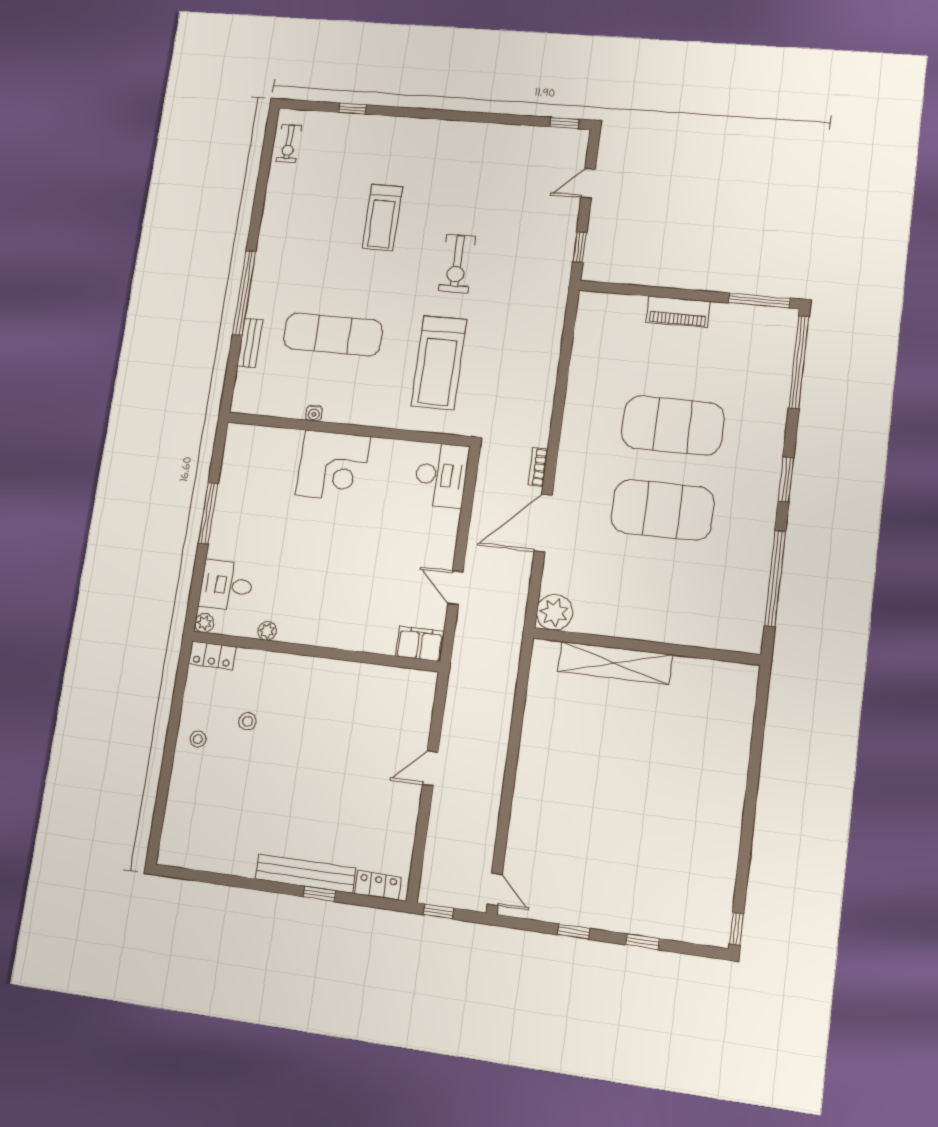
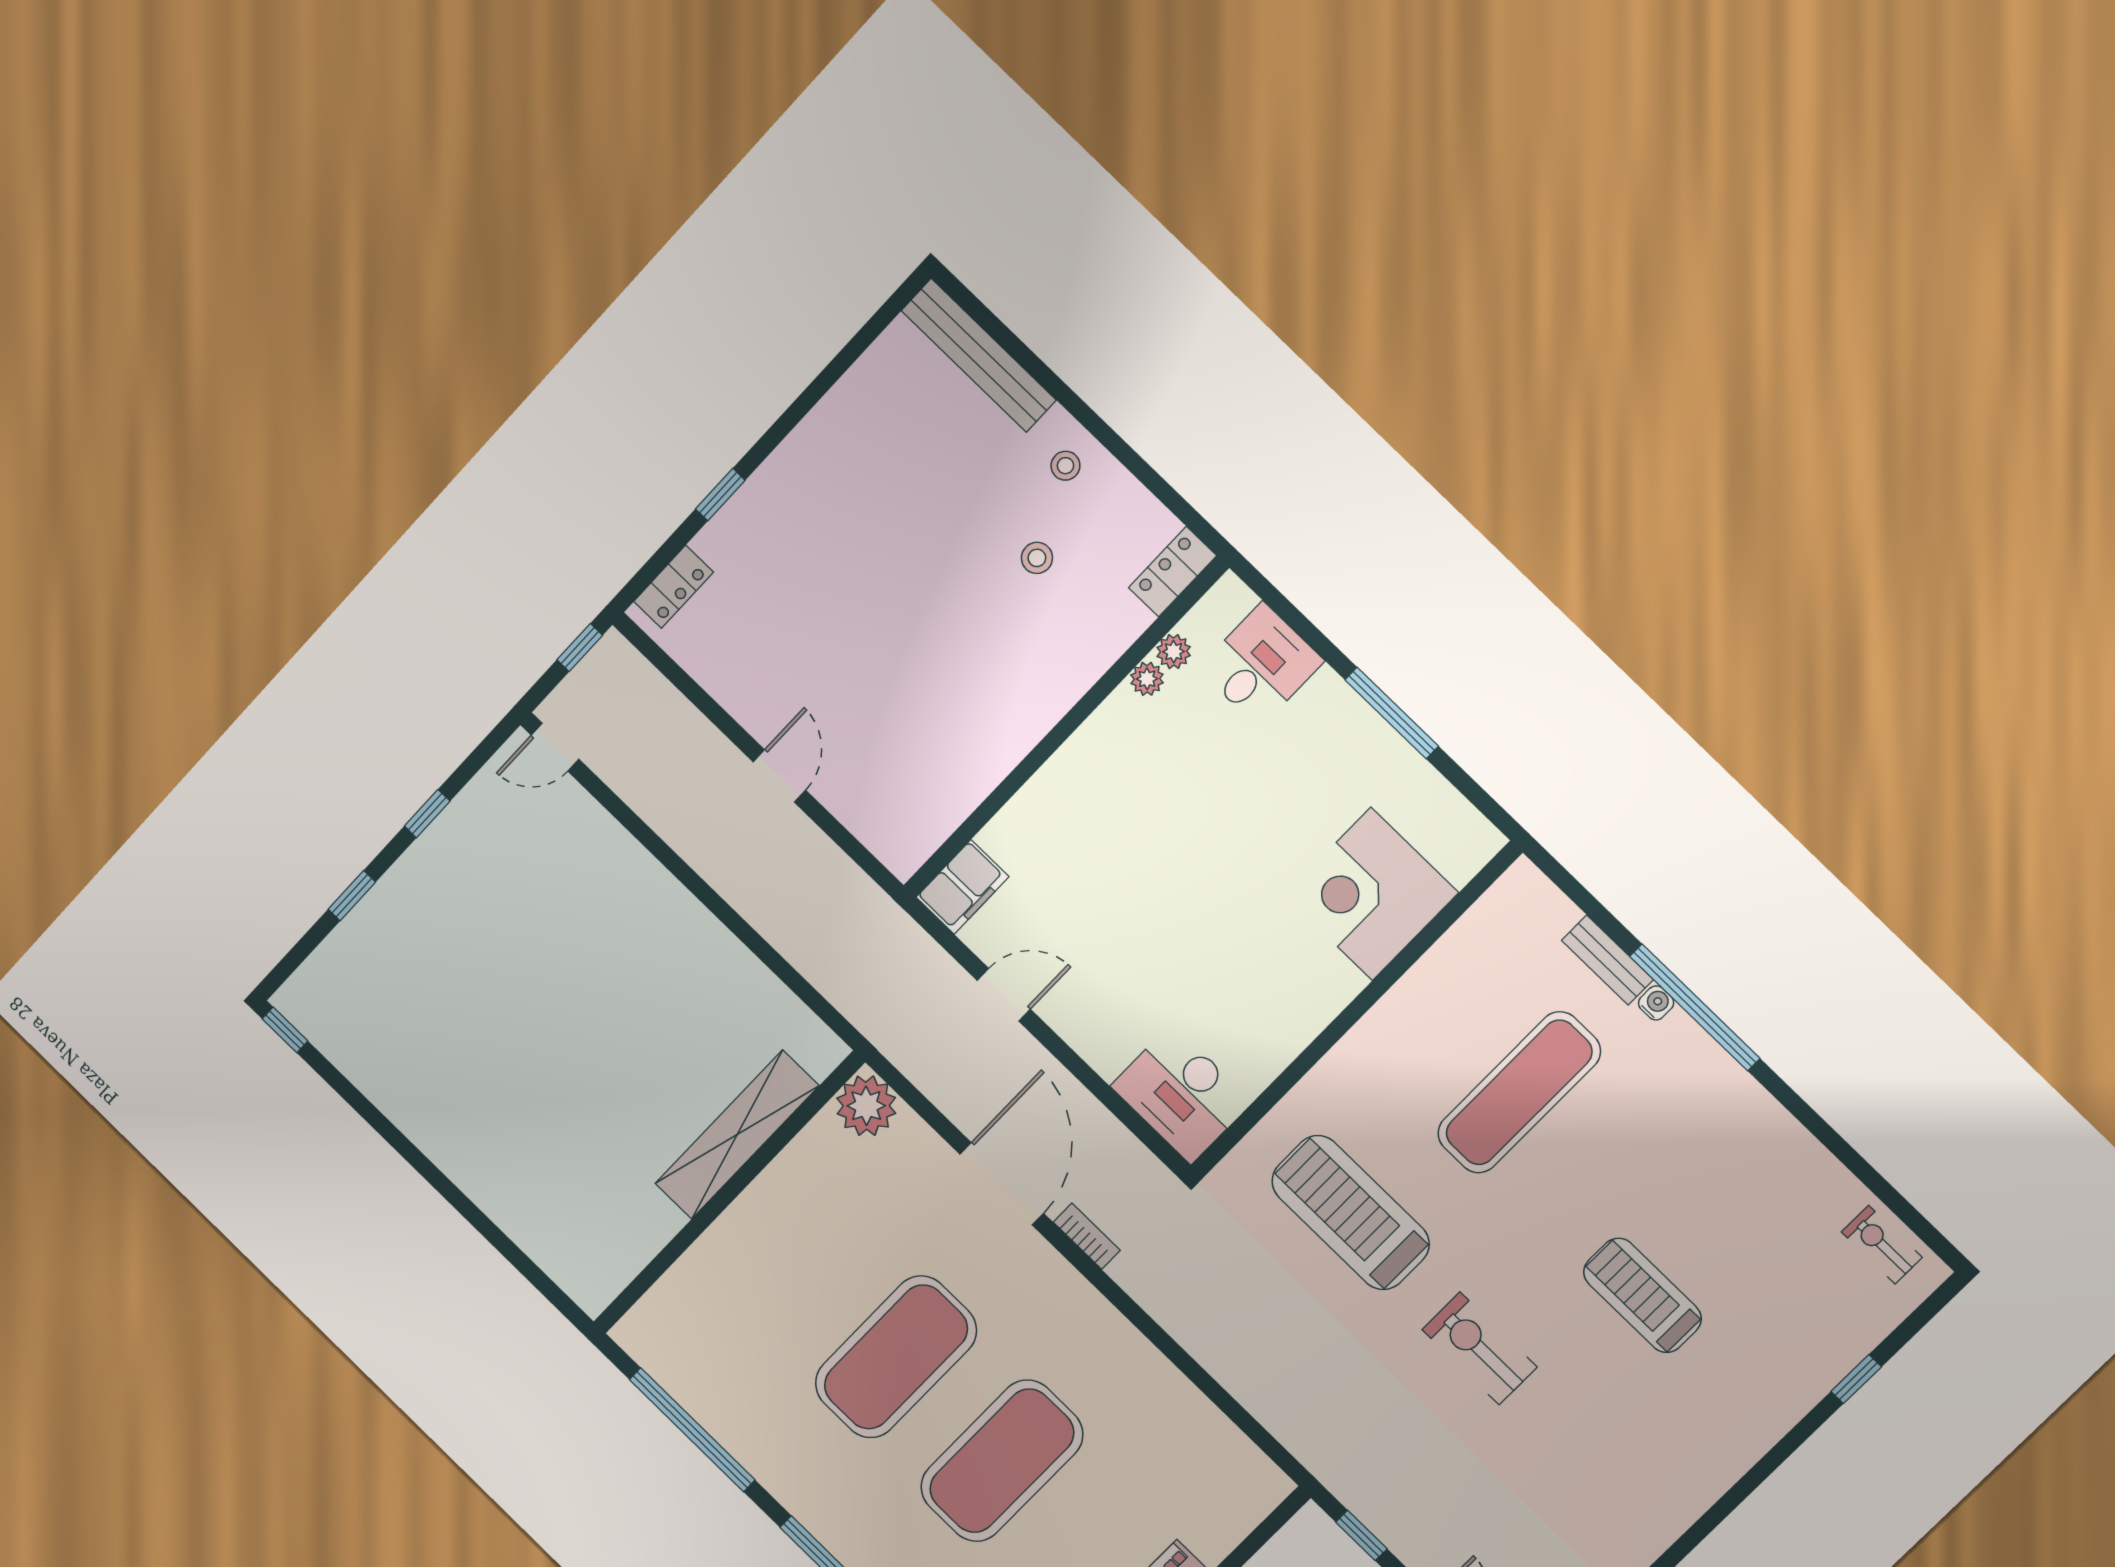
water cooler: (314, 413) -> (1656, 1003), moved, turned 90
corner desk: (333, 466) -> (1372, 894), moved
plant: (204, 623) -> (1174, 652), moved
bench: (305, 874) -> (979, 355), moved, turned 90

